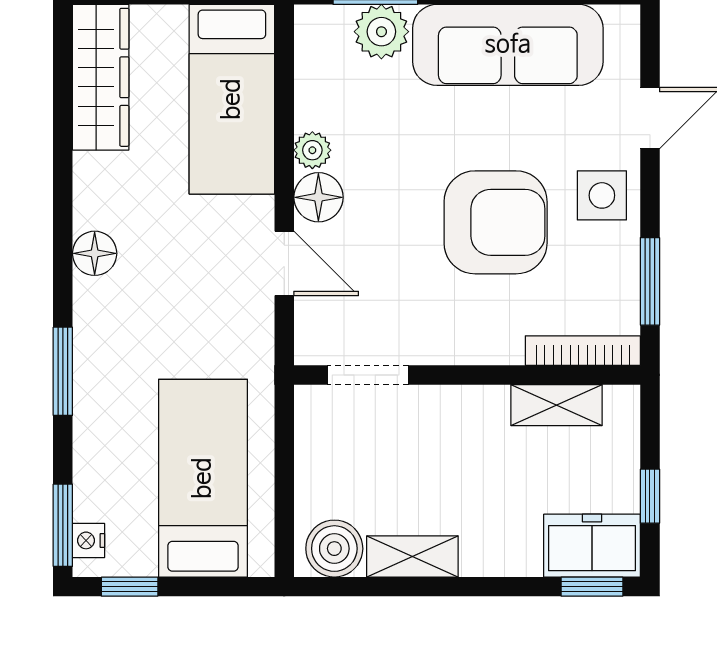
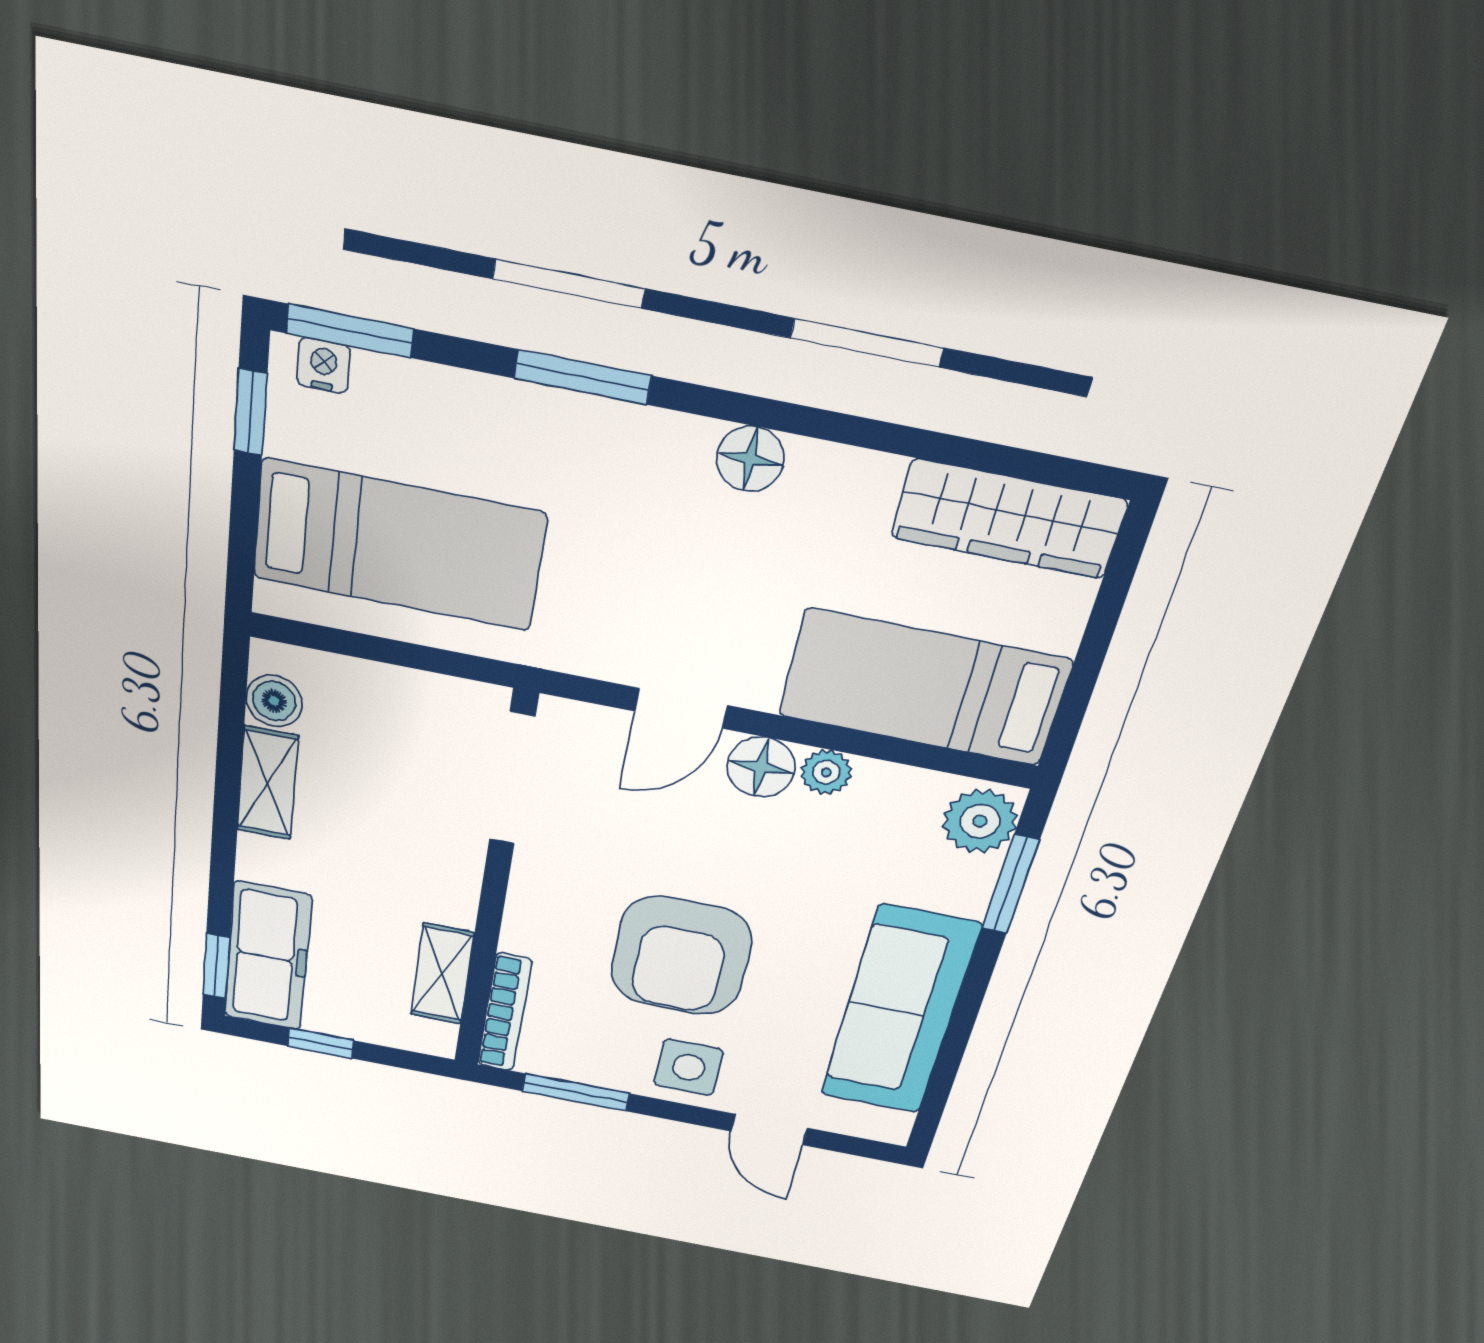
plant: (381, 32) -> (980, 821), moved
doorway: (368, 375) -> (512, 779), width x1.38
freezer: (592, 546) -> (268, 957), width x1.40
boiler: (334, 549) -> (274, 701), width x0.73, depth x0.73

